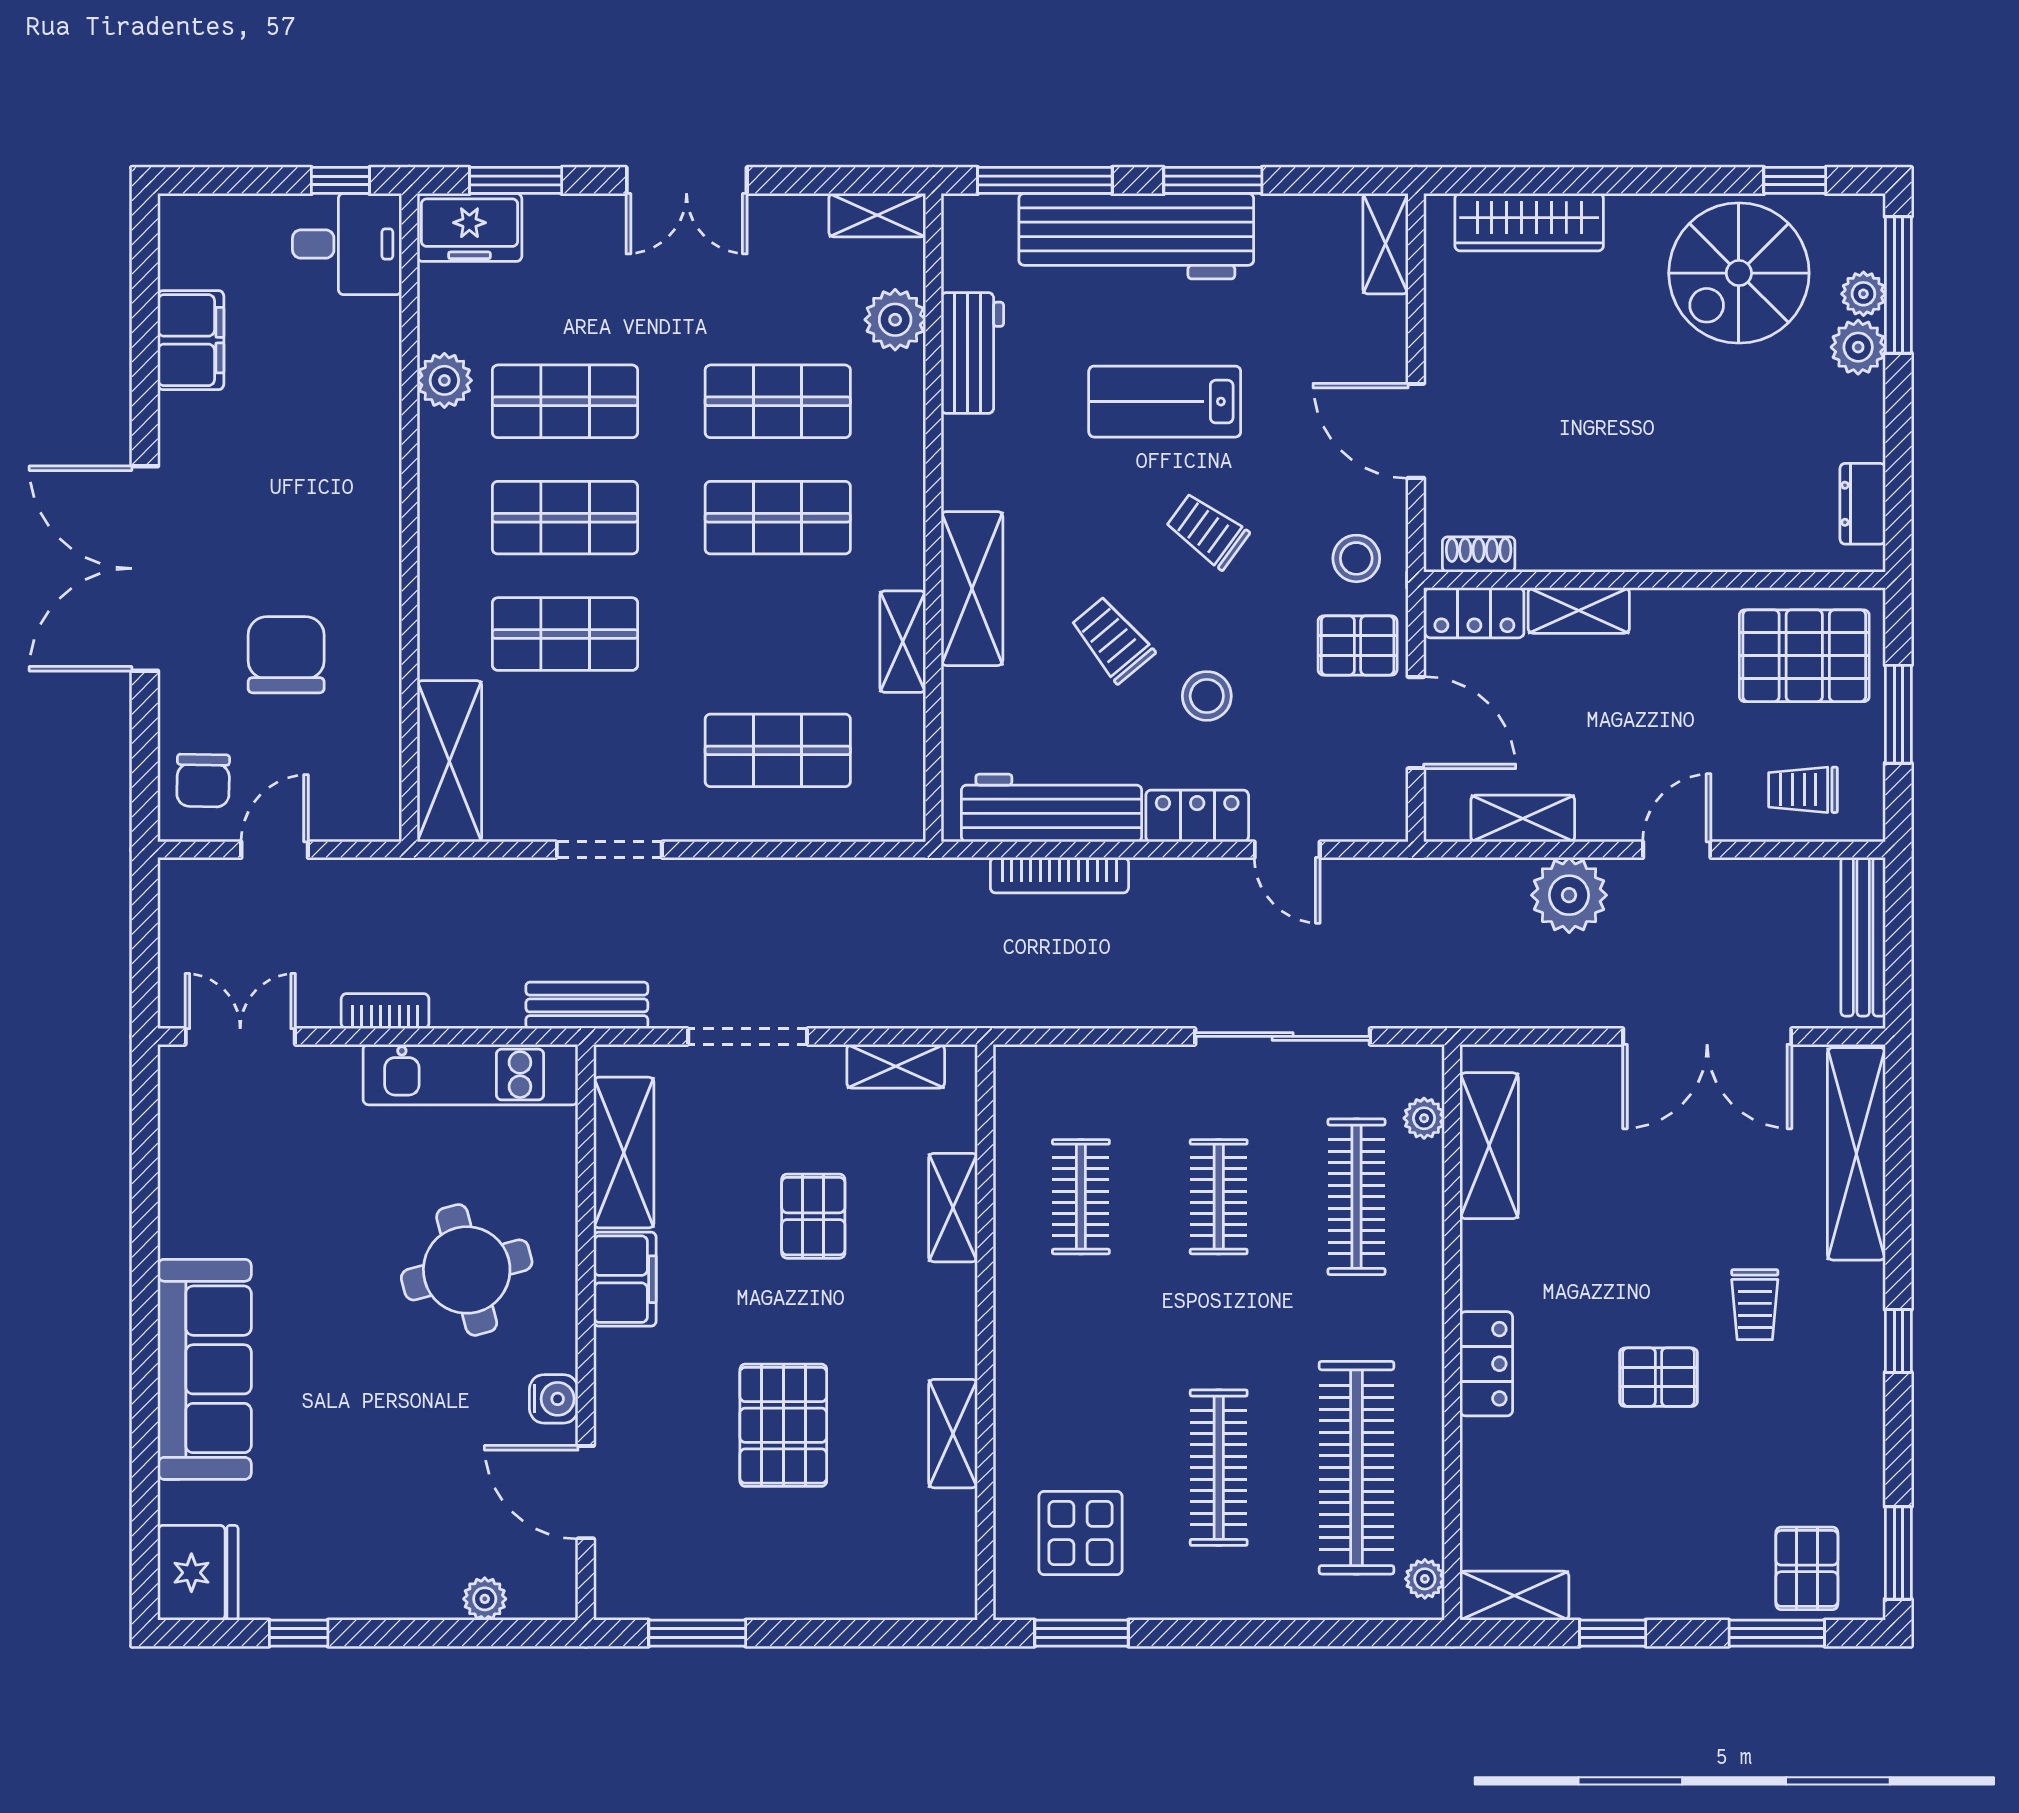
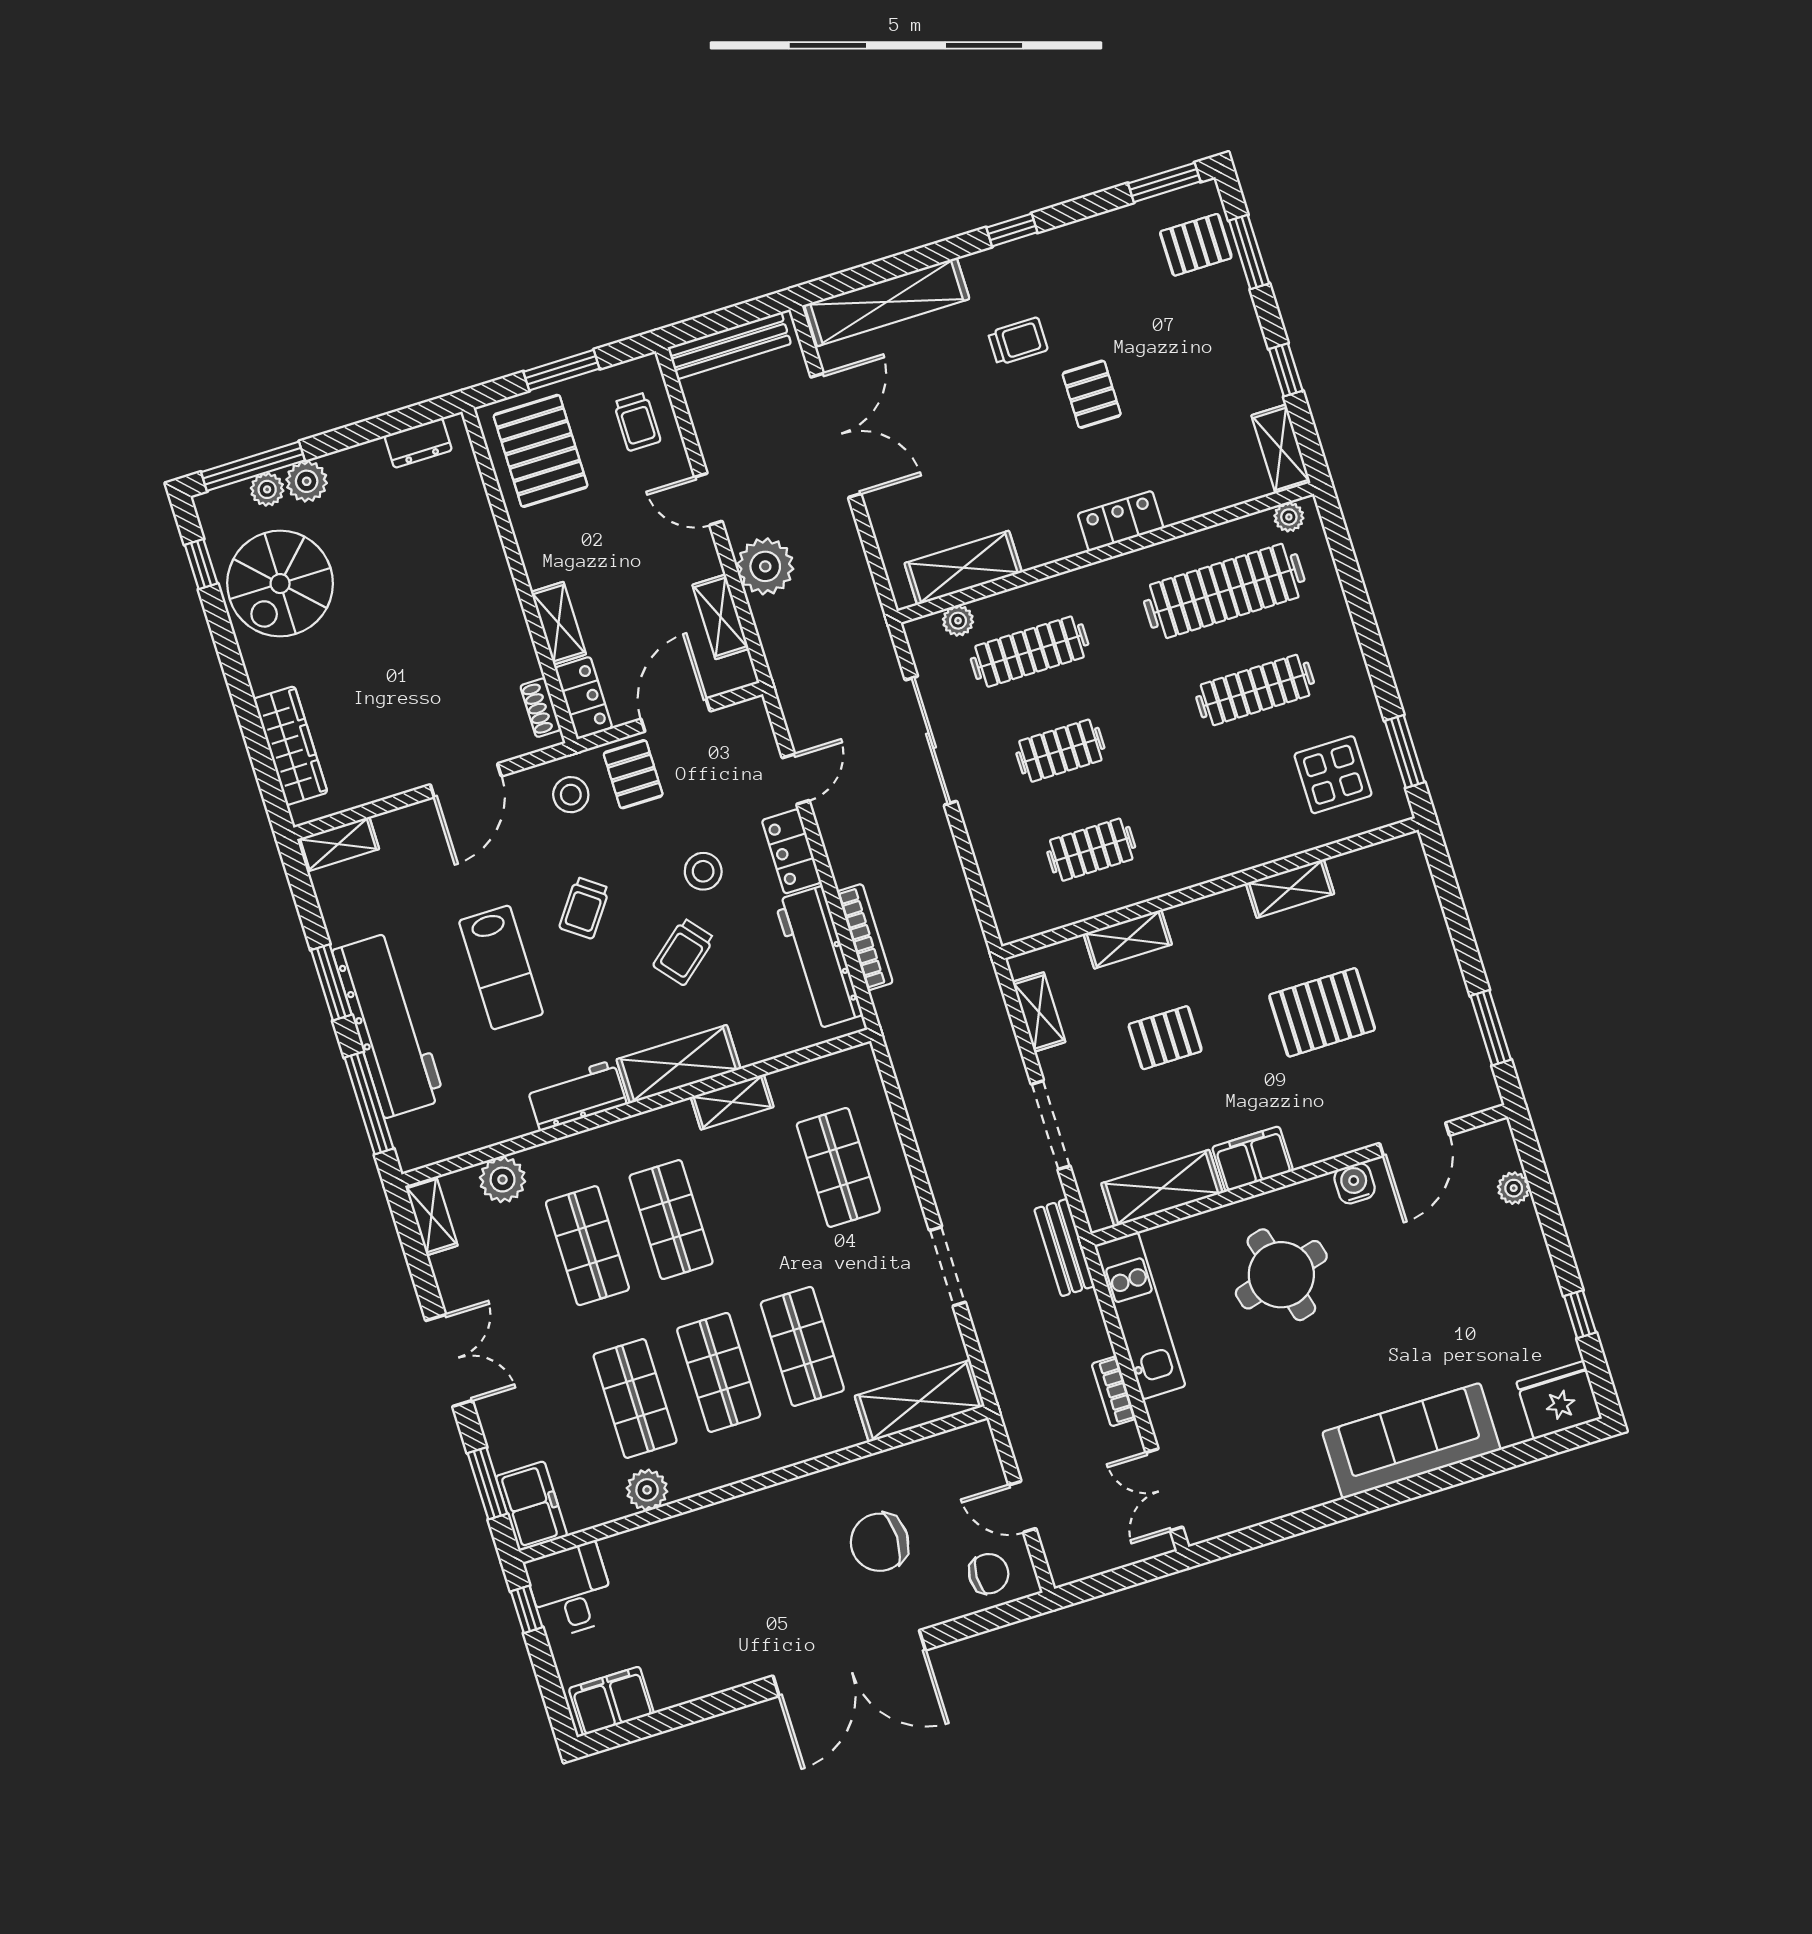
spiral stairs: (1739, 273) -> (280, 584), turned 90
filing cabinet: (191, 340) -> (611, 1701), moved
workbench: (972, 353) -> (577, 1096), moved

